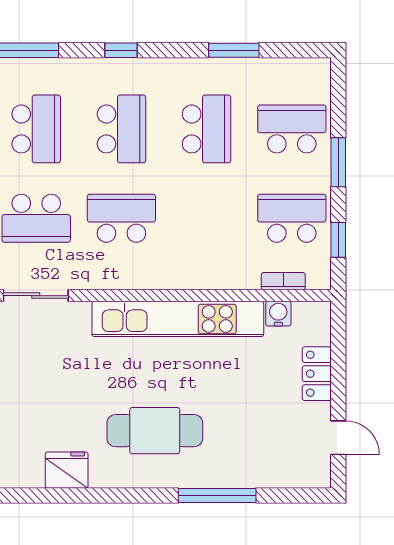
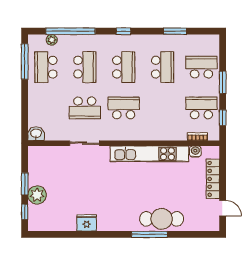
locker: (317, 374) -> (213, 179), width x1.53
cafe table: (155, 431) -> (162, 219), moved
fridge: (67, 470) -> (87, 223), moved
window: (217, 495) -> (149, 234), moved

